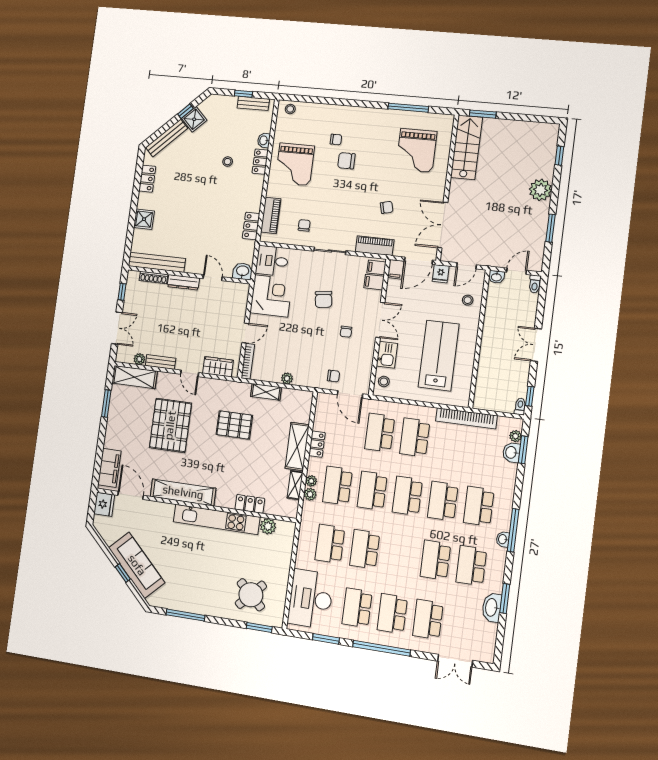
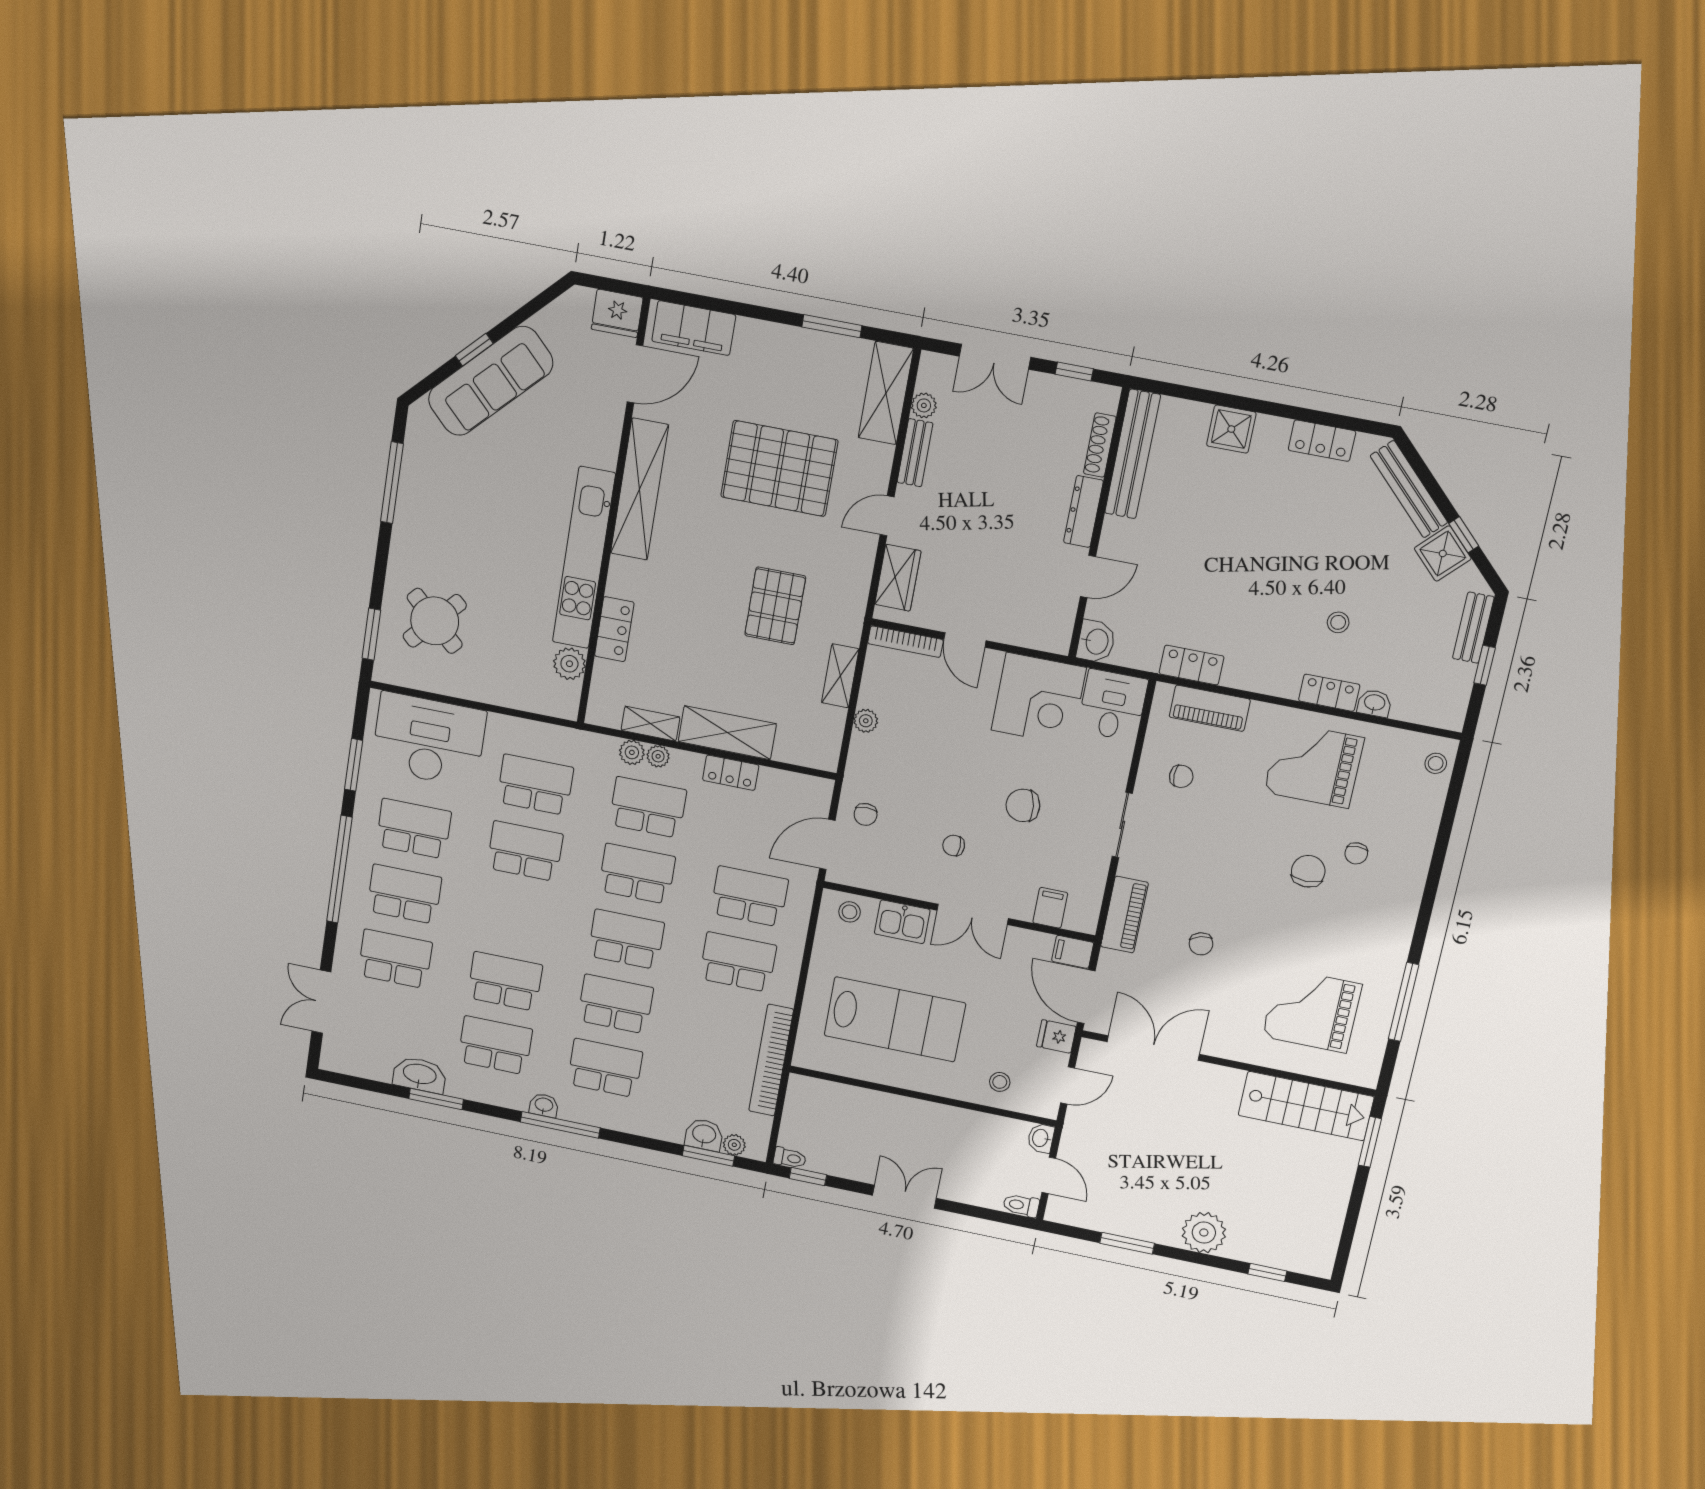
bench: (253, 103) -> (1473, 628), moved
door: (466, 266) -> (1068, 1085), swing flipped
filing cabinet: (376, 267) -> (1080, 915), removed

